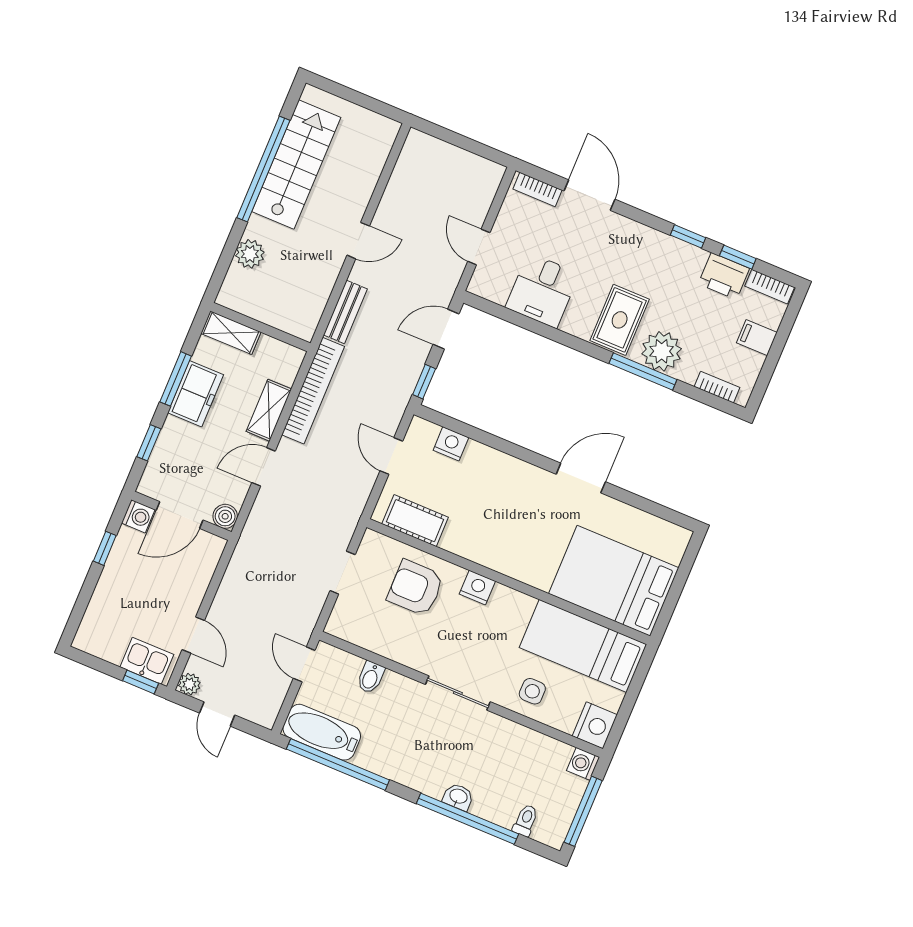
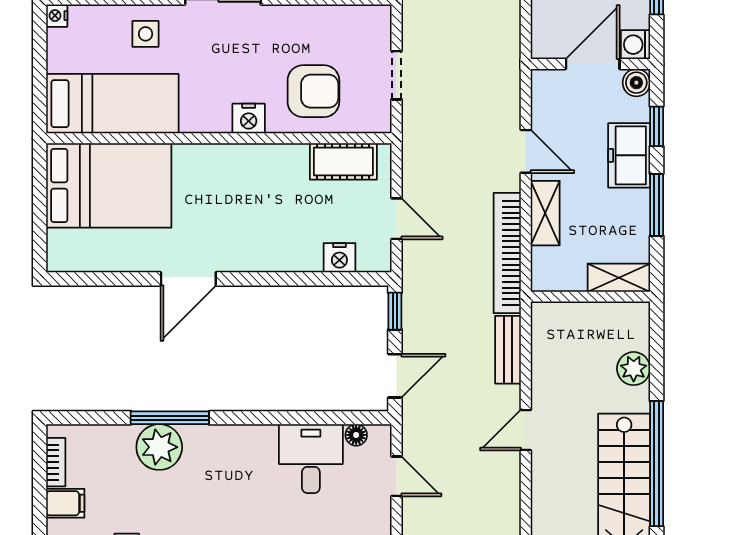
floor lamp: (498, 294) -> (356, 435), added
rug: (620, 320) -> (217, 462), removed
bookcase: (717, 387) -> (56, 462), moved, turned -90
freezer: (196, 394) -> (629, 155), moved
door: (264, 467) -> (526, 151), hinge flipped
boiler: (225, 516) -> (636, 83), moved
nightstand: (595, 725) -> (57, 16), width x0.53, depth x0.56

